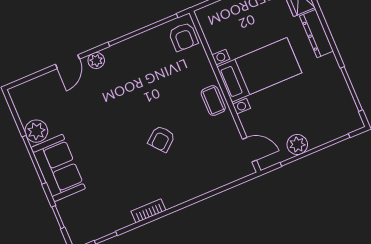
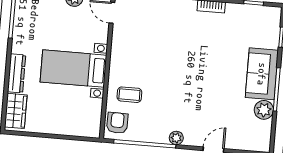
plant: (96, 61) -> (176, 138), moved
coffee table: (213, 101) -> (129, 95), moved, turned 90
armchair: (162, 139) -> (173, 55), removed

